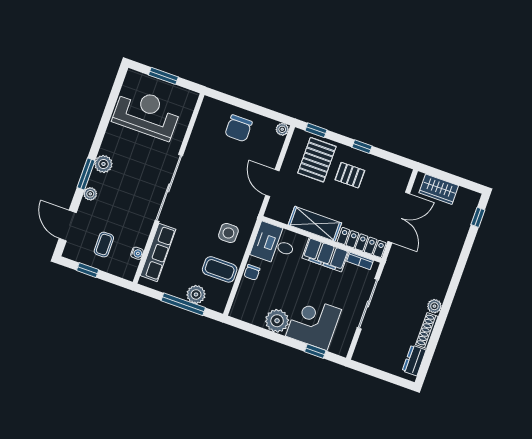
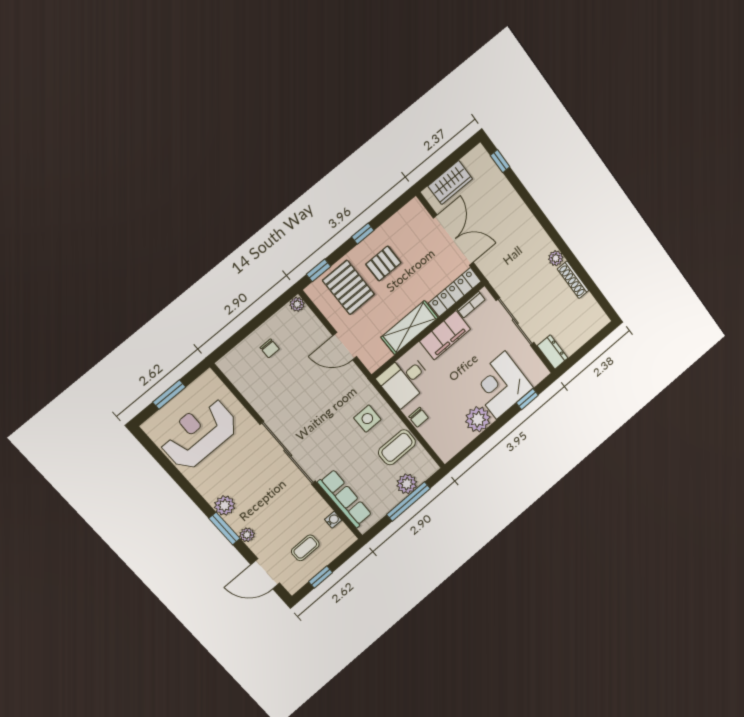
chair: (239, 128) -> (270, 348), width x0.54, depth x0.54
coffee table: (104, 245) -> (305, 548), turned 90
dresser: (414, 360) -> (553, 352), moved, turned 180

